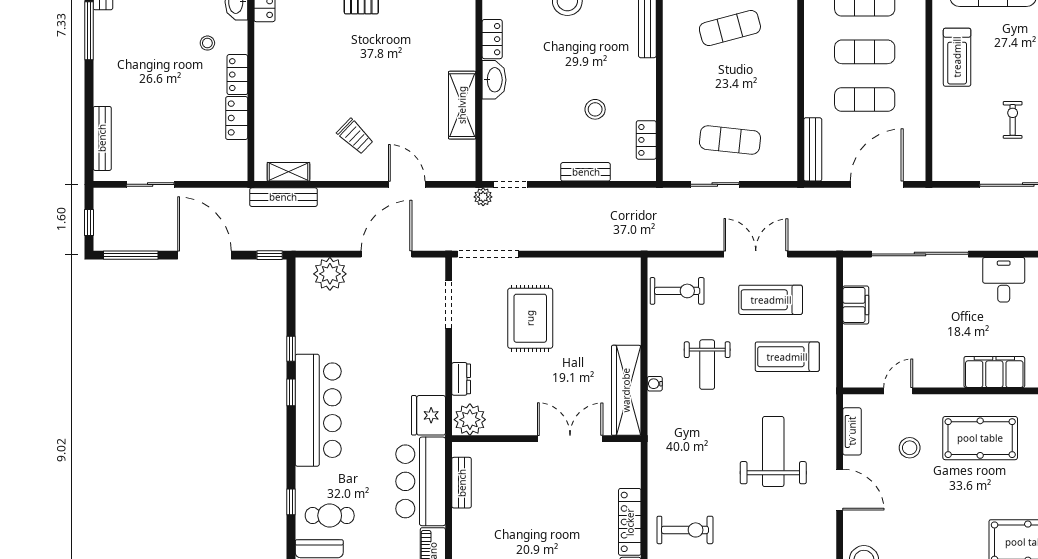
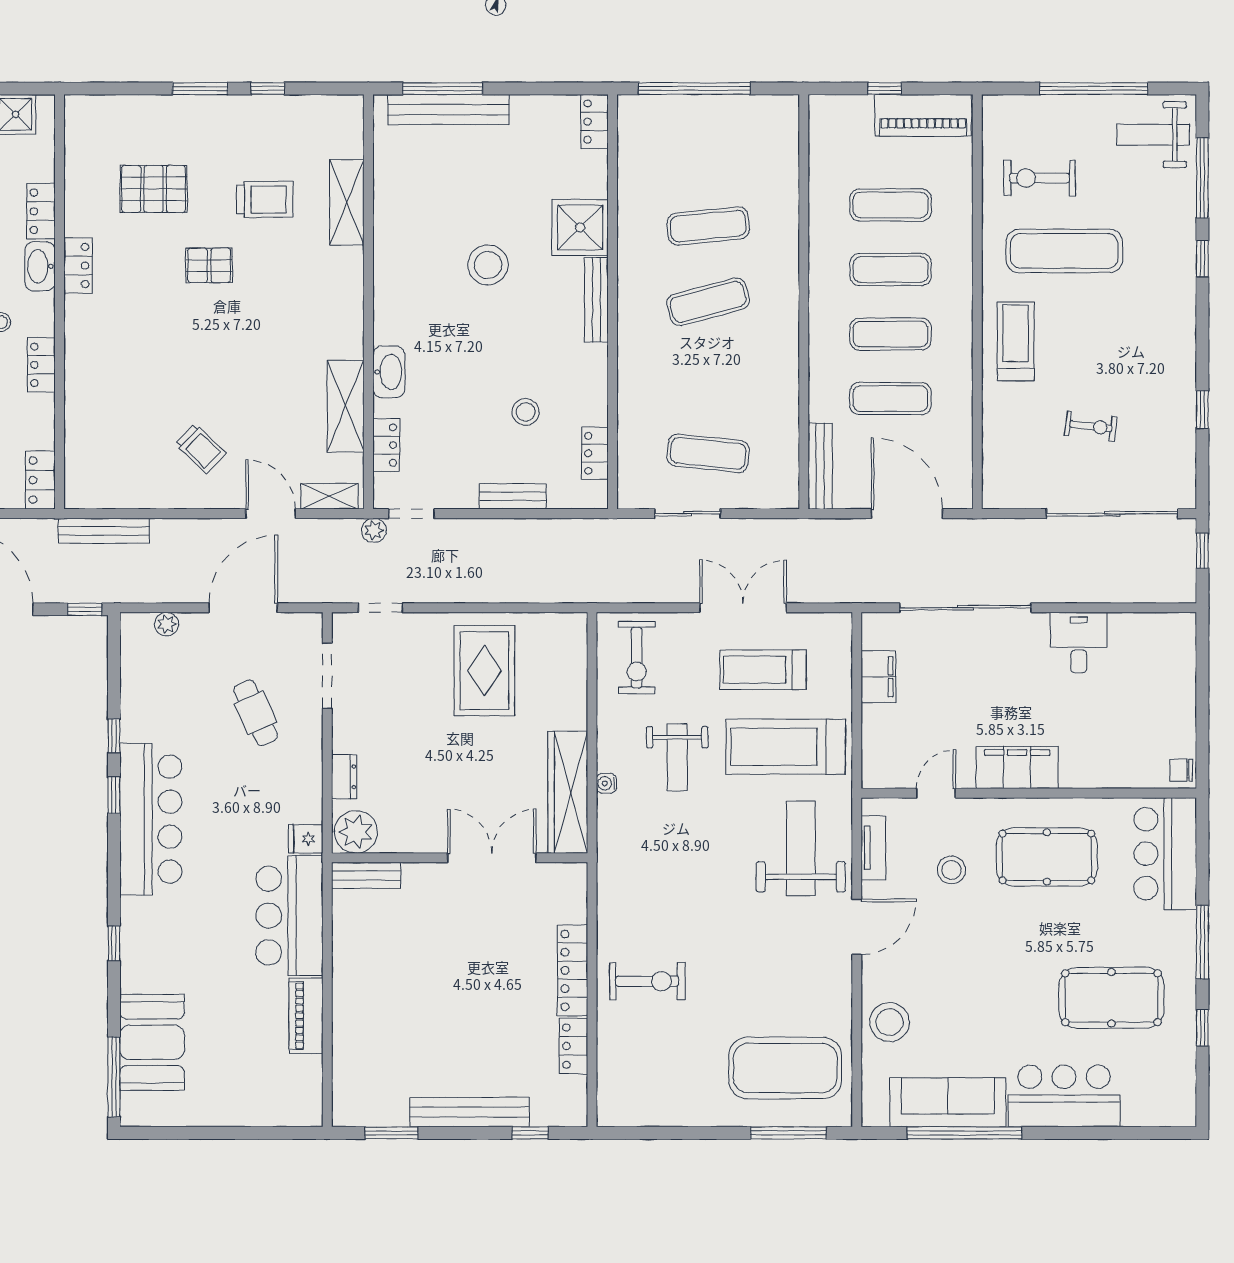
locker: (492, 39) -> (386, 445), moved
treadmill: (957, 57) -> (1016, 341), turned 180
locker: (237, 118) -> (40, 480), moved
exercise bike: (1013, 120) -> (1091, 426), turned 97
shelving: (288, 172) -> (330, 496), moved
door: (877, 184) -> (907, 514), hinge flipped
doorway: (488, 254) -> (381, 608), width x0.53
plant: (330, 274) -> (167, 624), width x0.53, depth x0.53
exercise bike: (677, 291) -> (637, 658), turned 90
rug: (530, 318) -> (484, 671), moved
treadmill: (787, 357) -> (786, 747), width x1.37, depth x1.38
filing cabinet: (994, 372) -> (1017, 767), moved
fridge: (428, 415) -> (306, 839), width x0.53, depth x0.75
weight bench: (773, 452) -> (801, 848), moved
bench: (462, 483) -> (366, 875), moved, turned 90
door: (840, 490) -> (857, 927), hinge flipped
cafe table: (330, 516) -> (256, 713), moved, turned 66

